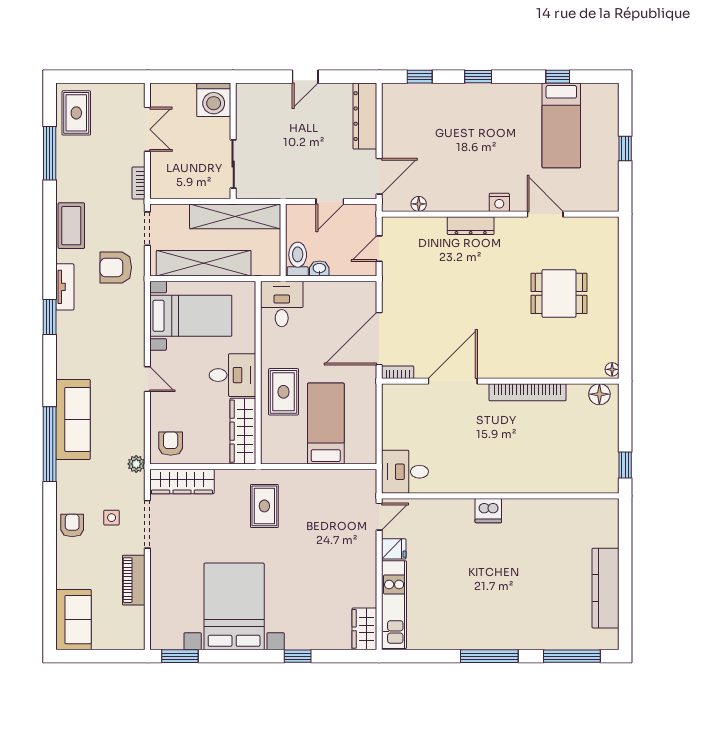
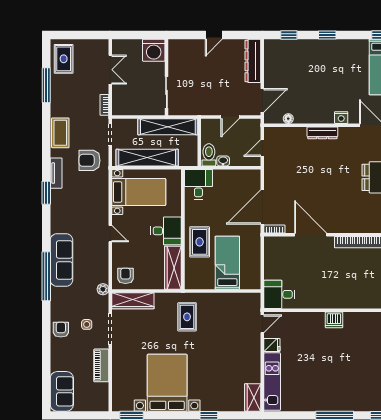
door: (453, 381) -> (311, 235), hinge flipped

